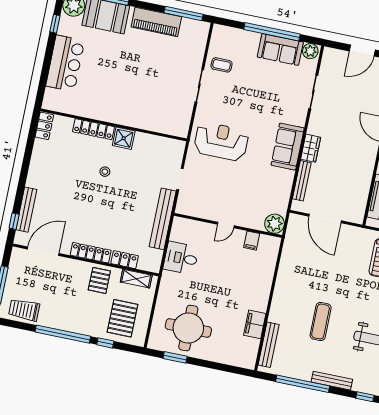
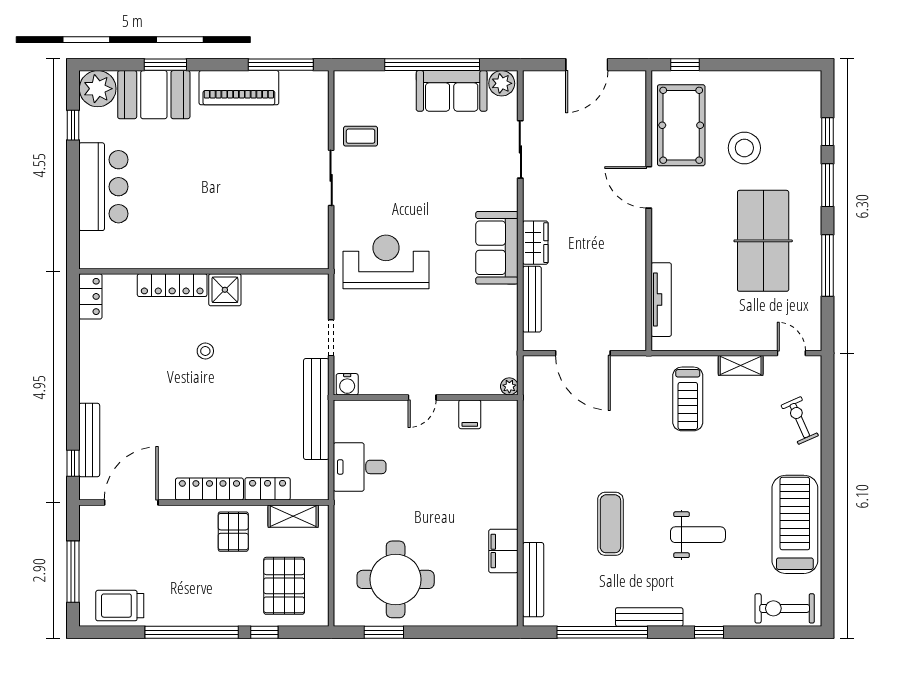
water cooler: (184, 208) -> (347, 384), added
plant: (275, 224) -> (509, 386), width x0.53, depth x0.53

